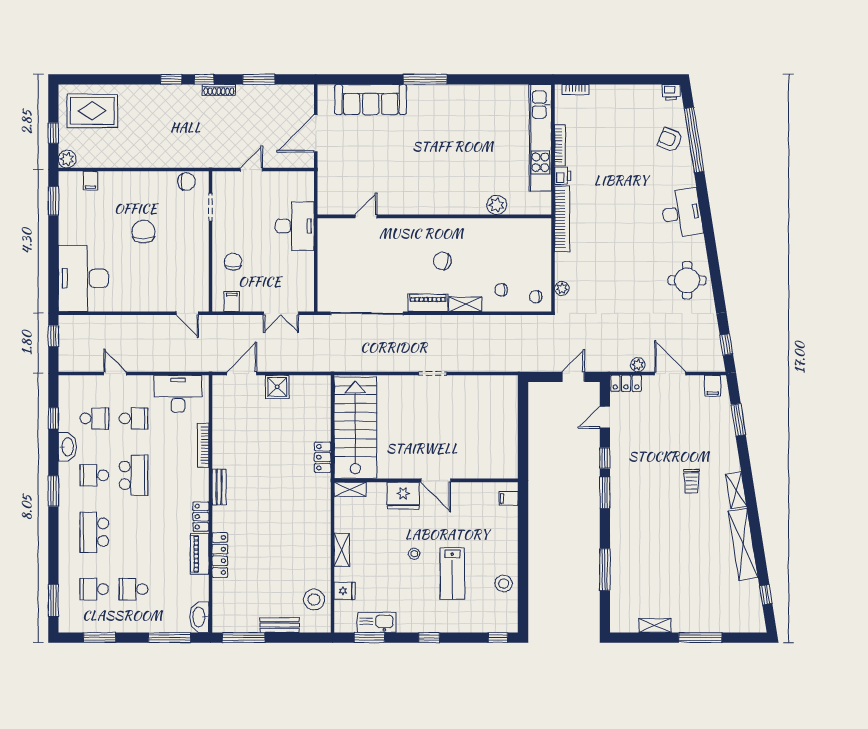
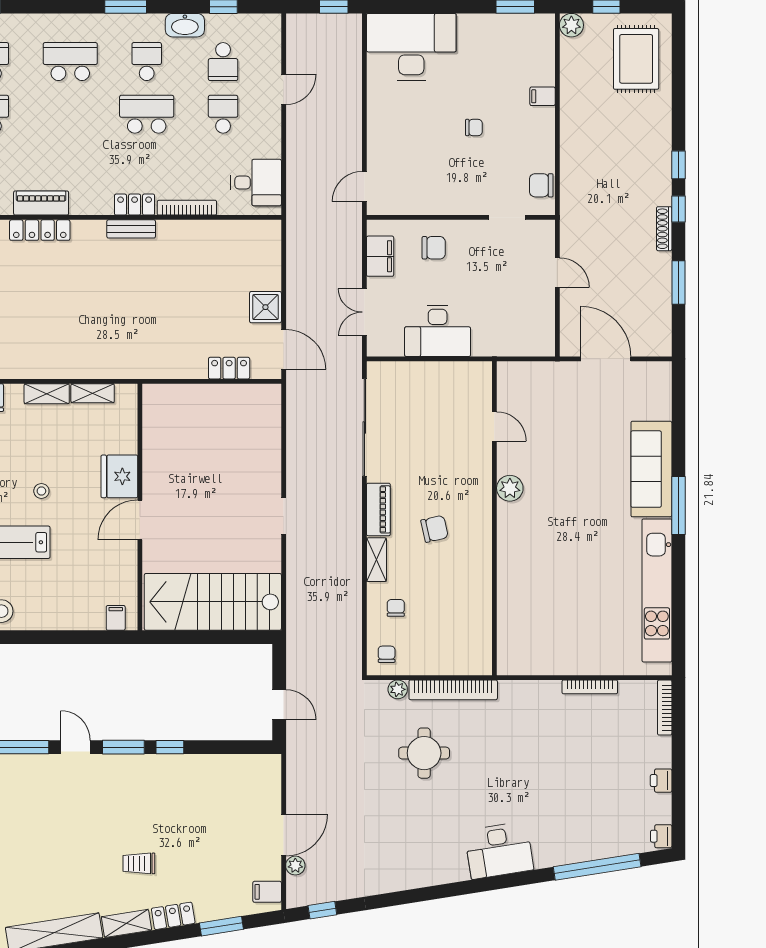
bookcase: (575, 90) -> (665, 708), width x1.56
sofa: (371, 99) -> (651, 469), moved
kitchen unit: (540, 138) -> (657, 590), moved, turned -90
armchair: (670, 140) -> (598, 834), removed
printer: (563, 176) -> (661, 781), moved, turned 90
filing cabinet: (90, 181) -> (543, 96), moved
chair: (186, 181) -> (541, 185), turned 90
plant: (497, 205) -> (510, 488), moved
bookcase: (562, 219) -> (453, 690), moved
desk: (295, 226) -> (438, 331), moved
chair: (143, 232) -> (474, 127), width x0.54, depth x0.54
chair: (442, 261) -> (434, 529), turned 61
round table: (687, 280) -> (424, 753), moved
filing cabinet: (232, 302) -> (380, 256), width x2.00
plant: (638, 365) -> (295, 866), moved
door: (242, 373) -> (284, 349), moved
locker: (626, 383) -> (173, 916), moved, turned 81
desk: (178, 394) -> (256, 183), width x0.73
door: (605, 417) -> (75, 747), moved
school desk: (134, 418) -> (223, 114), turned 180
stairs: (355, 428) -> (213, 602), moved, turned 180
locker: (323, 457) -> (229, 368), moved
school desk: (134, 475) -> (147, 114), turned 180
shelving: (350, 489) -> (93, 393), moved, turned 90
locker: (201, 517) -> (135, 205), moved

